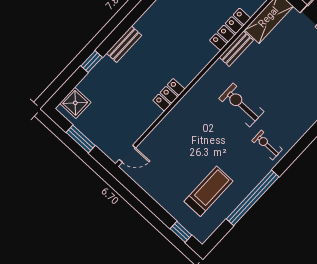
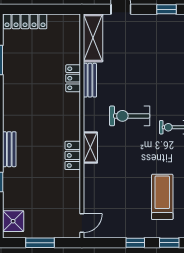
locker: (230, 29) -> (73, 78), width x0.66
shelving: (188, 101) -> (90, 148), added
window: (155, 207) -> (135, 243), added

